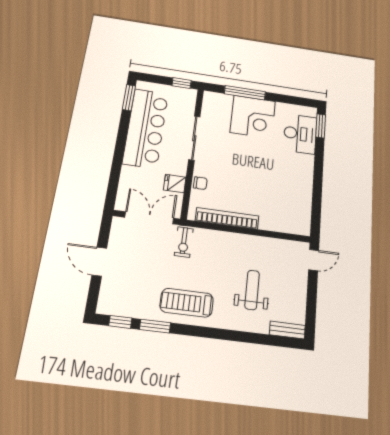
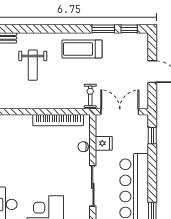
window: (113, 184) -> (152, 136), added
double door: (149, 218) -> (120, 112), swing flipped
treadmill: (187, 303) -> (82, 49), turned 180

